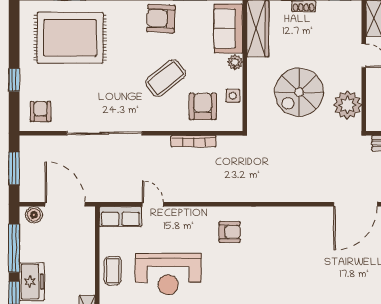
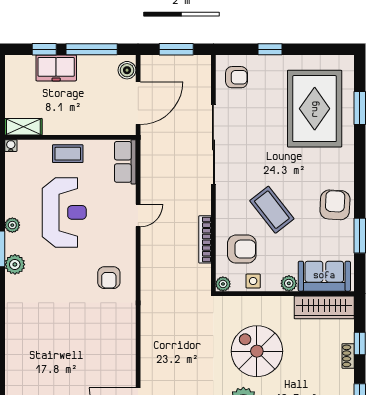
plant: (236, 124) -> (223, 284), added
door: (153, 204) -> (138, 215), moved
reception desk: (168, 274) -> (64, 212), turned 180

